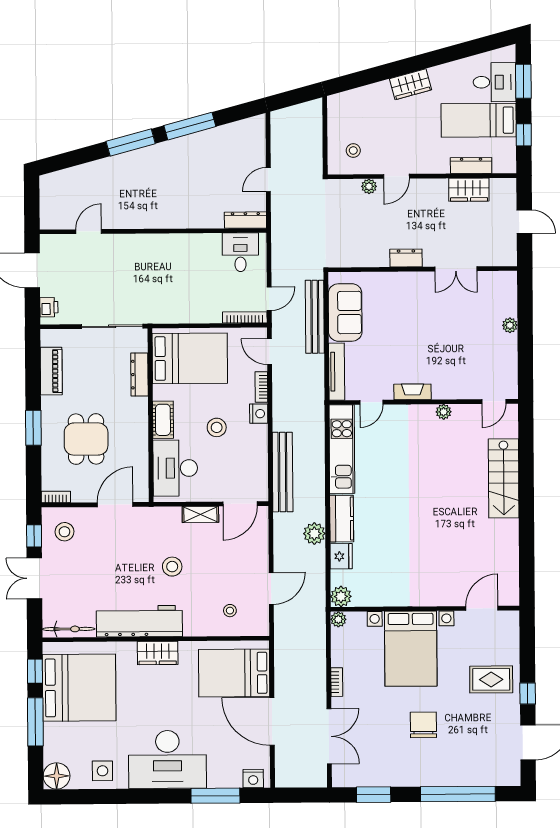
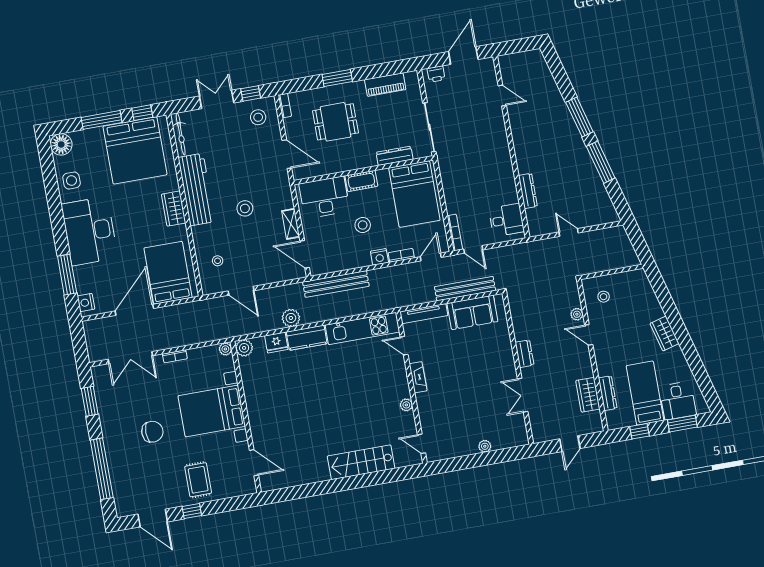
dresser: (245, 220) -> (528, 191), moved

